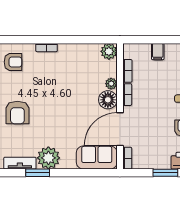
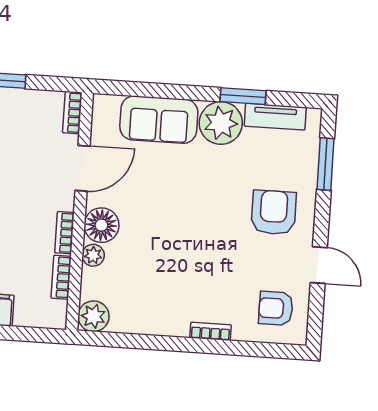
door: (120, 129) -> (82, 168), width x0.73
sofa: (97, 158) -> (159, 120), moved

